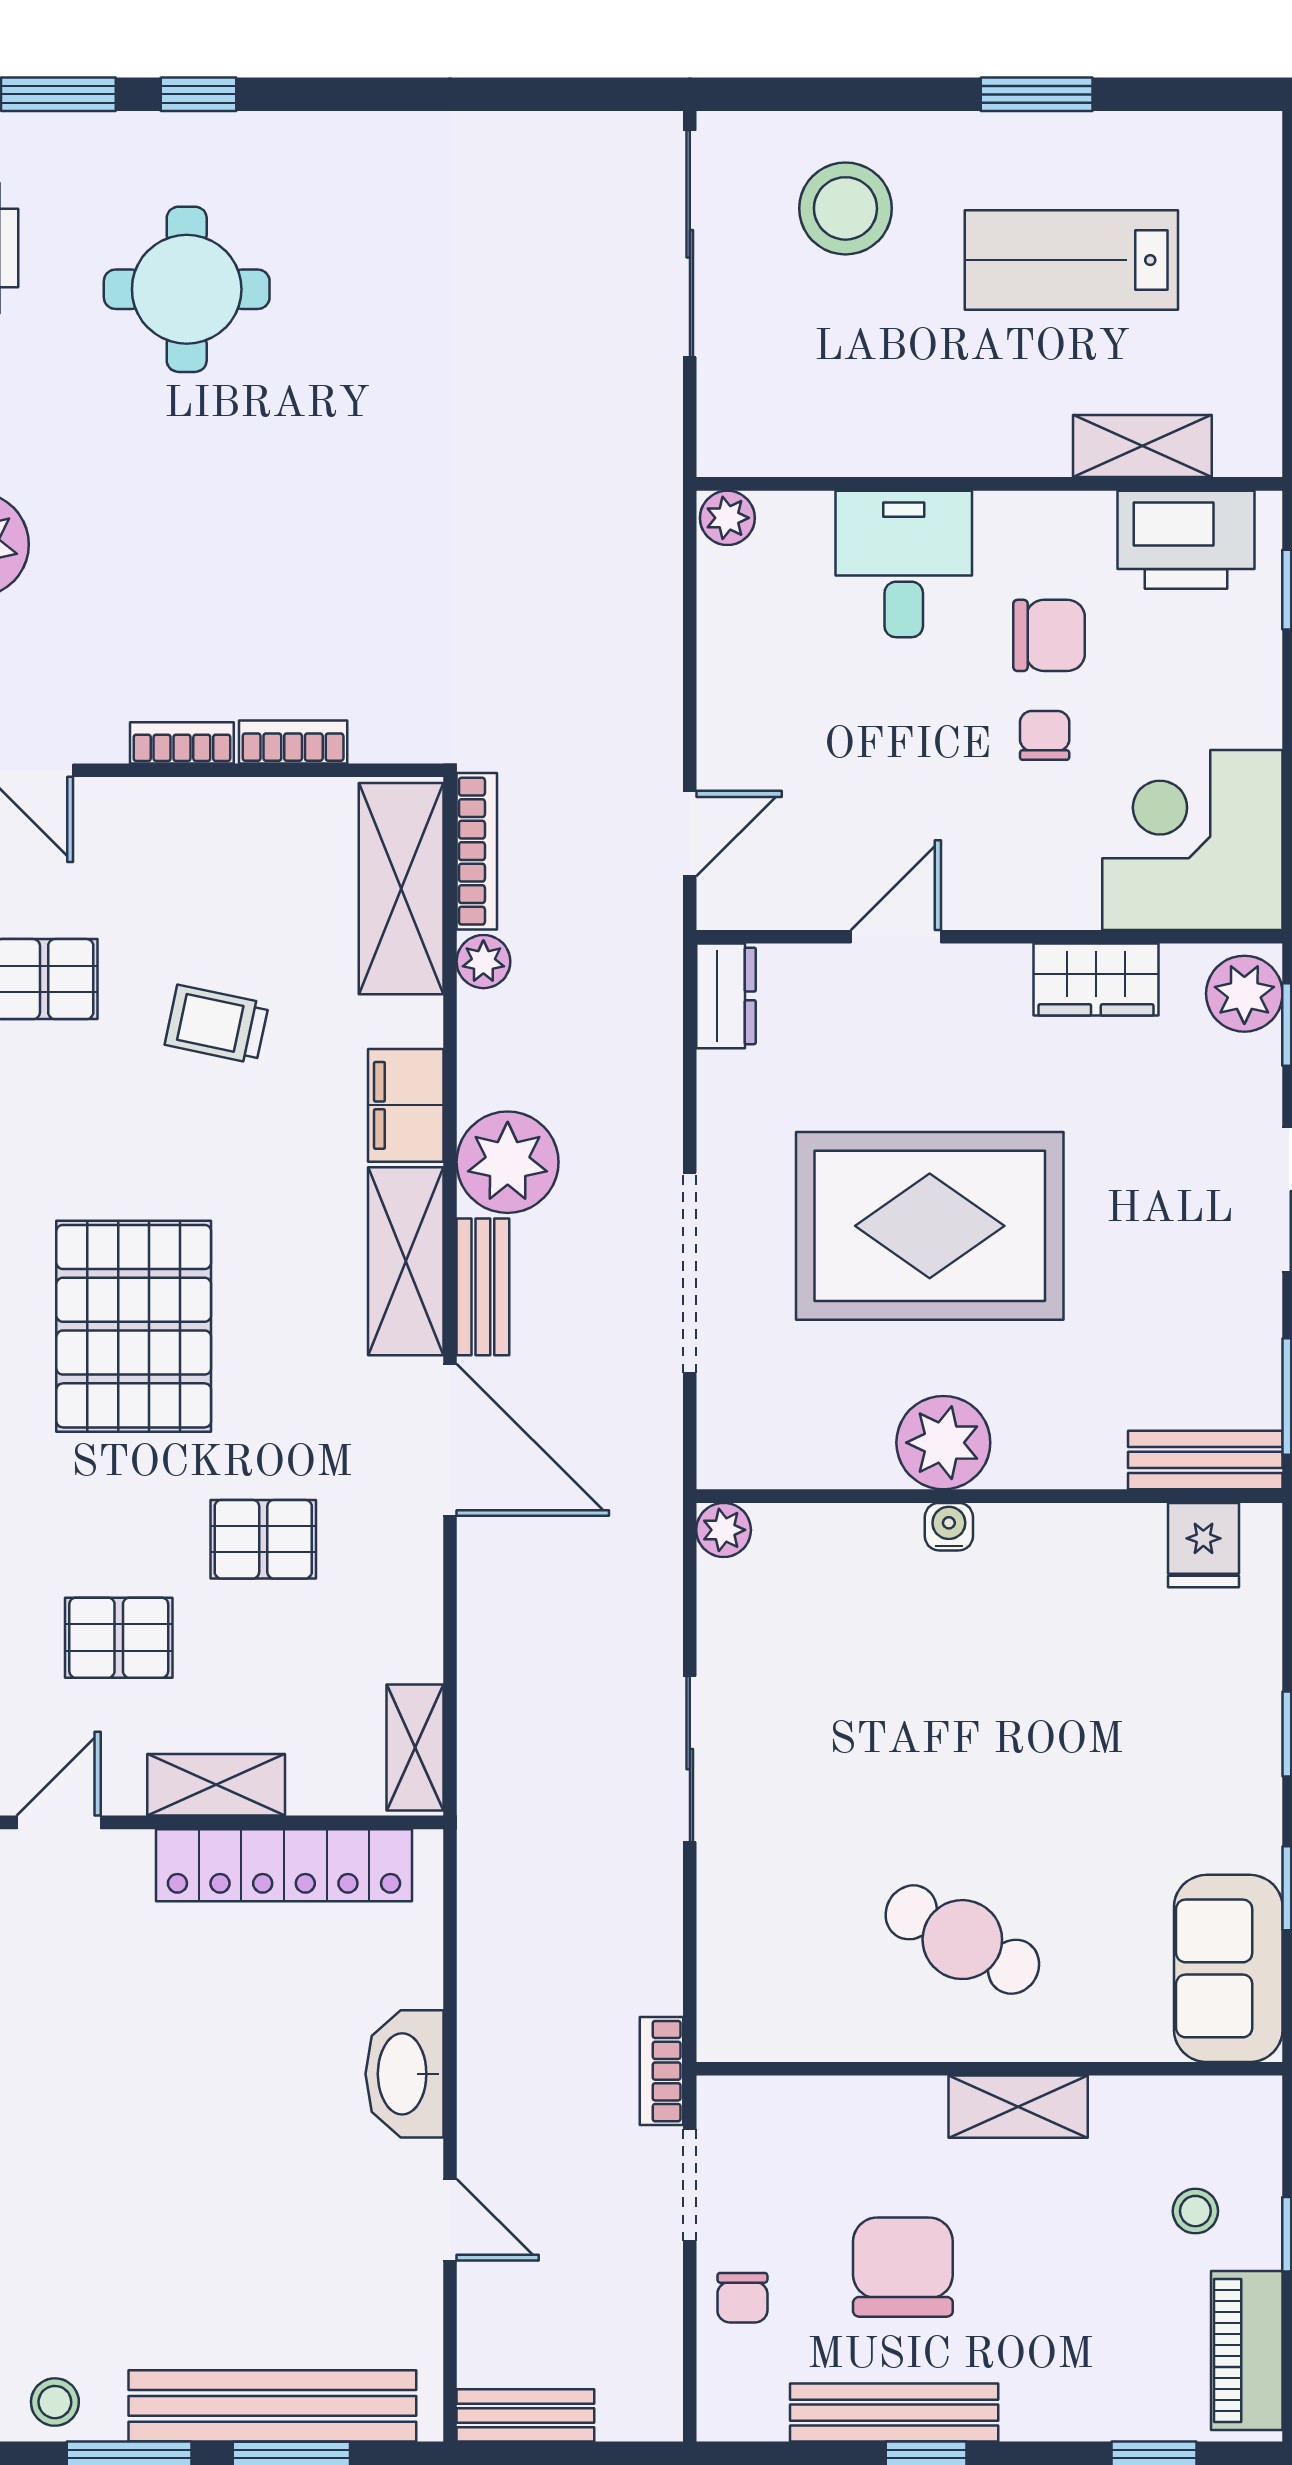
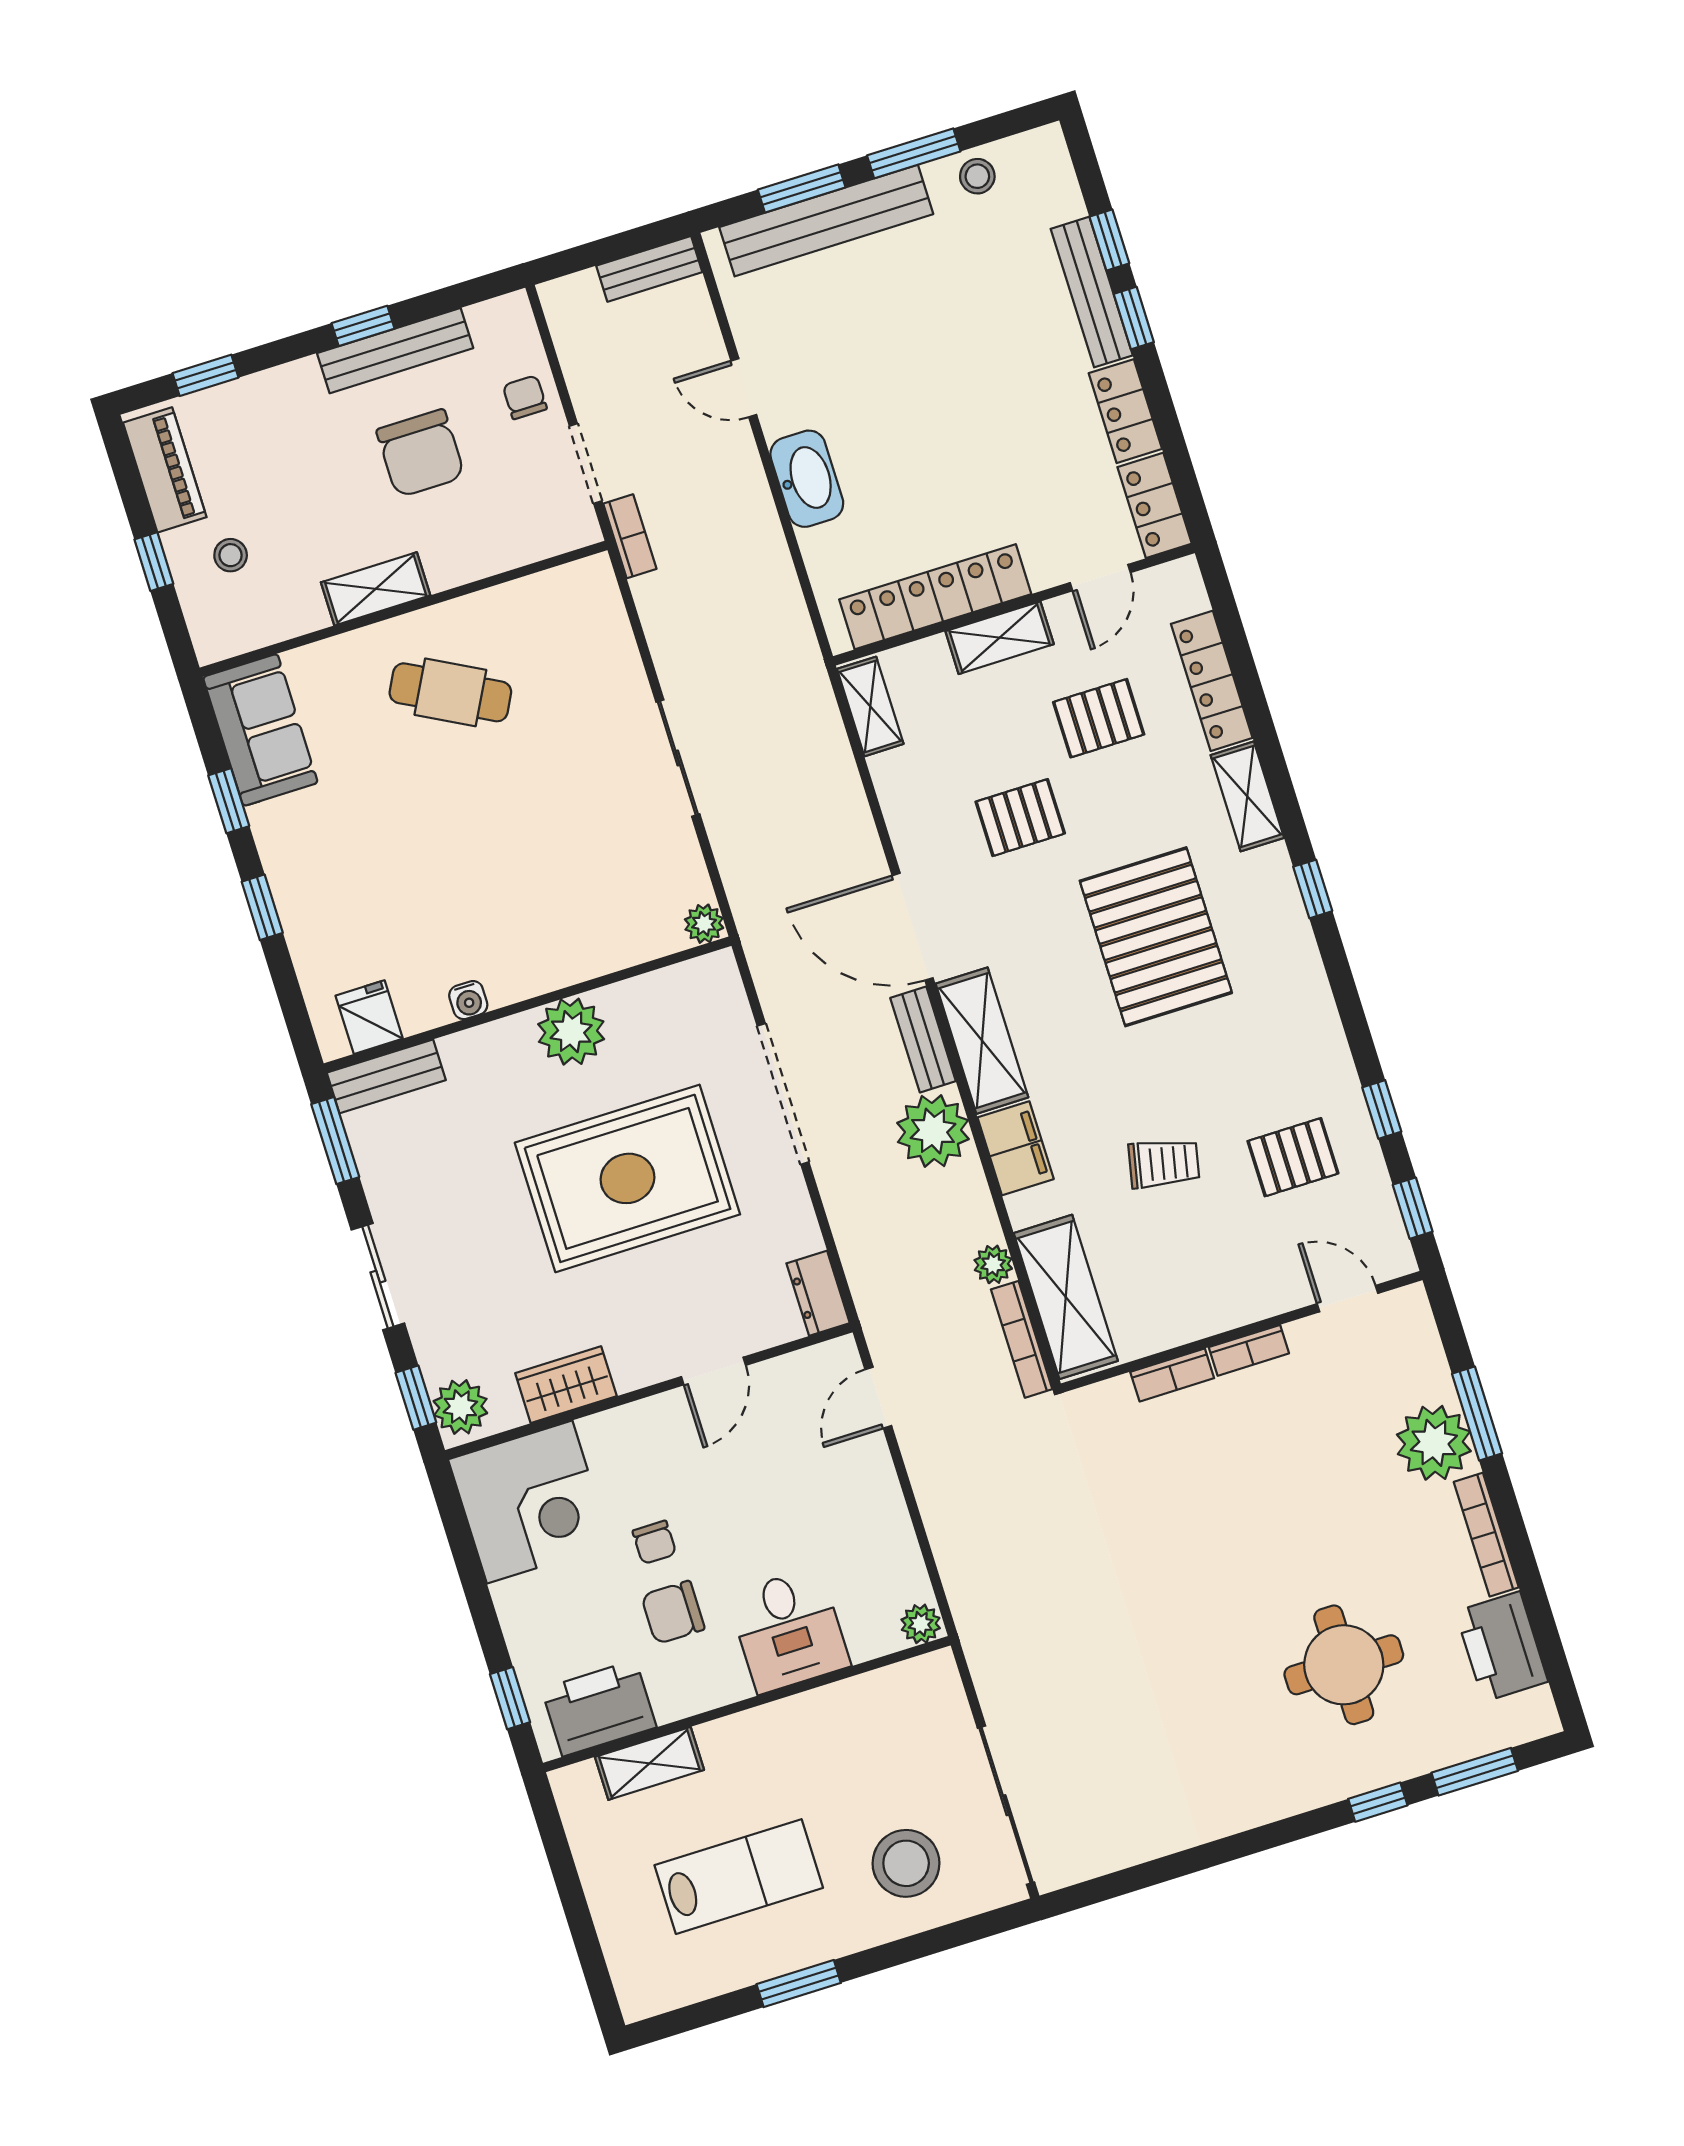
water cooler: (949, 1527) -> (468, 1000), moved

